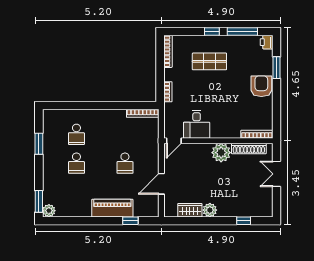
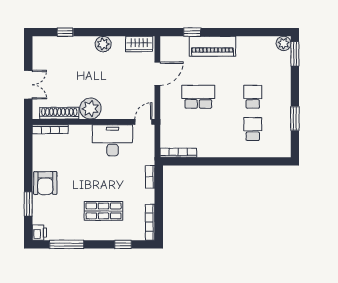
window: (212, 32) -> (123, 244), moved
desk: (197, 124) -> (113, 140), width x1.37
school desk: (125, 163) -> (198, 97), width x1.85
wardrobe: (190, 210) -> (139, 44), moved

